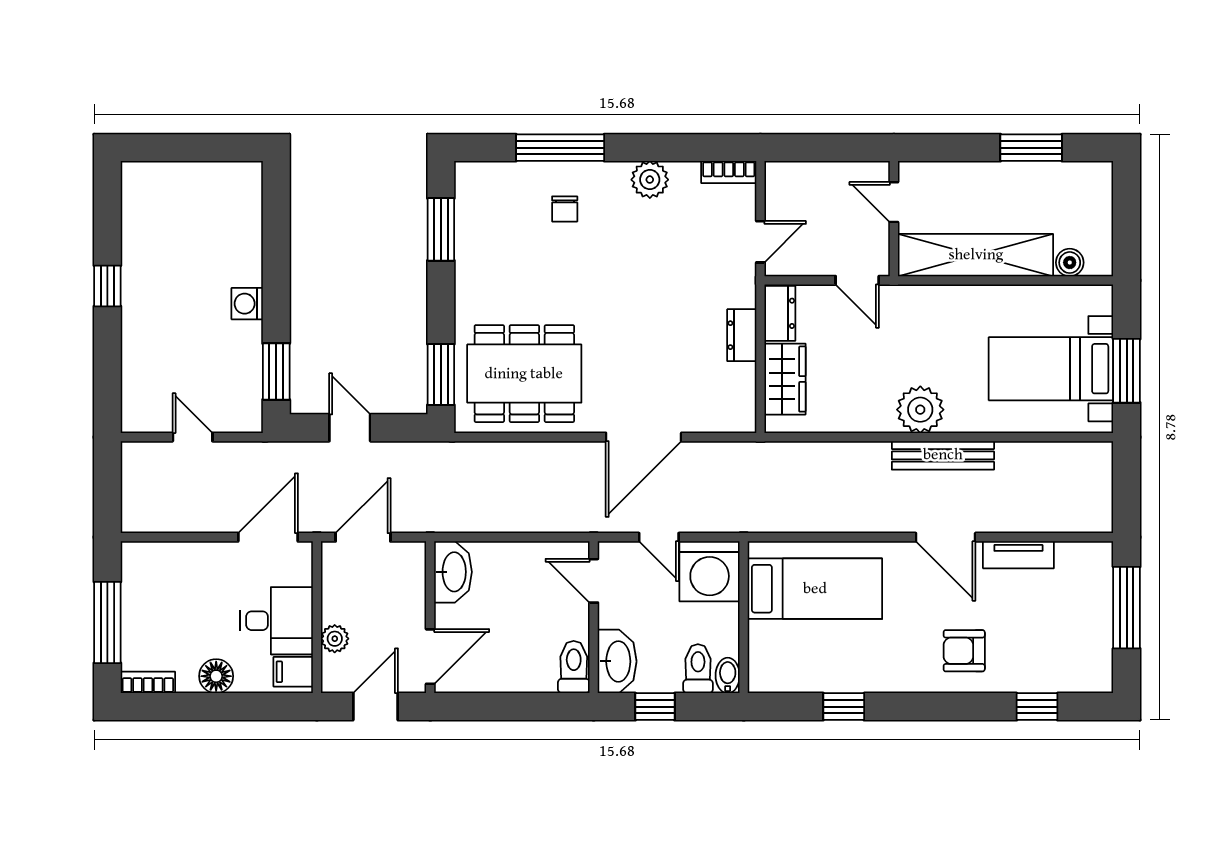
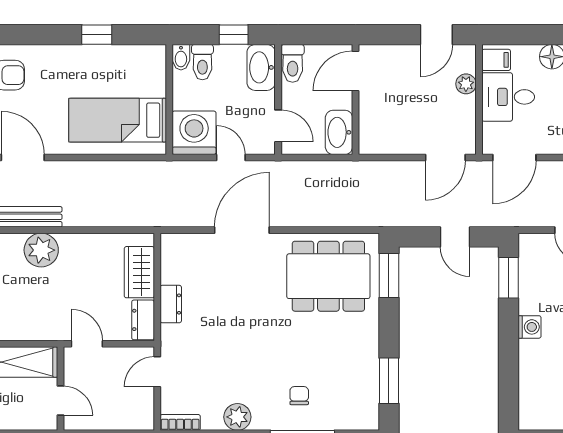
washbasin: (453, 572) -> (339, 132), moved
wall: (430, 617) -> (356, 99), moved
door: (430, 657) -> (356, 71), moved

